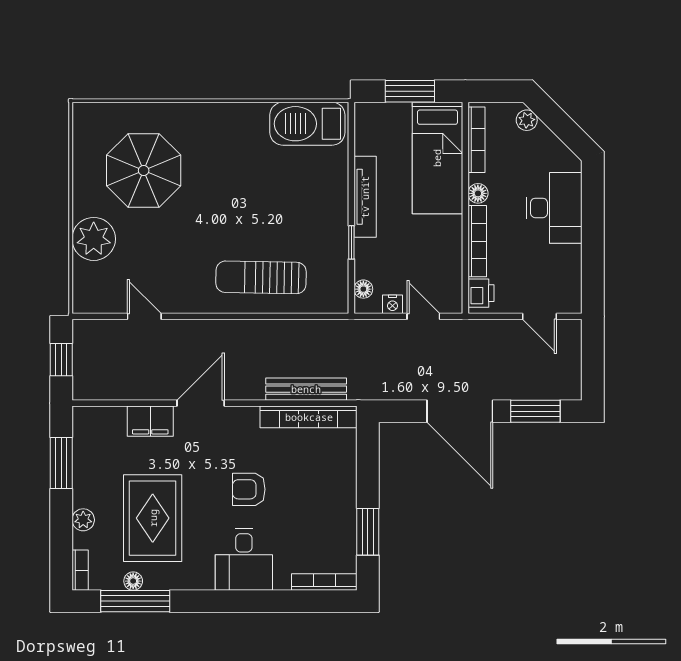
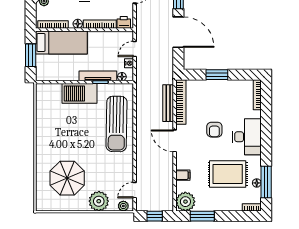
barbecue: (307, 124) -> (79, 93), moved, turned 90
tv unit: (365, 197) -> (98, 76), moved
sun lounger: (261, 277) -> (117, 124), width x1.36, depth x1.34
plant: (83, 292) -> (123, 206), added
door: (144, 316) -> (135, 190), moved
door: (201, 403) -> (175, 141), moved
door: (460, 411) -> (178, 32), hinge flipped
filing cabinet: (150, 421) -> (183, 175), width x0.50
plant: (83, 520) -> (185, 202), moved, width x1.88, depth x1.88
window: (368, 532) -> (217, 75), moved
desk: (244, 560) -> (247, 137), width x1.37

